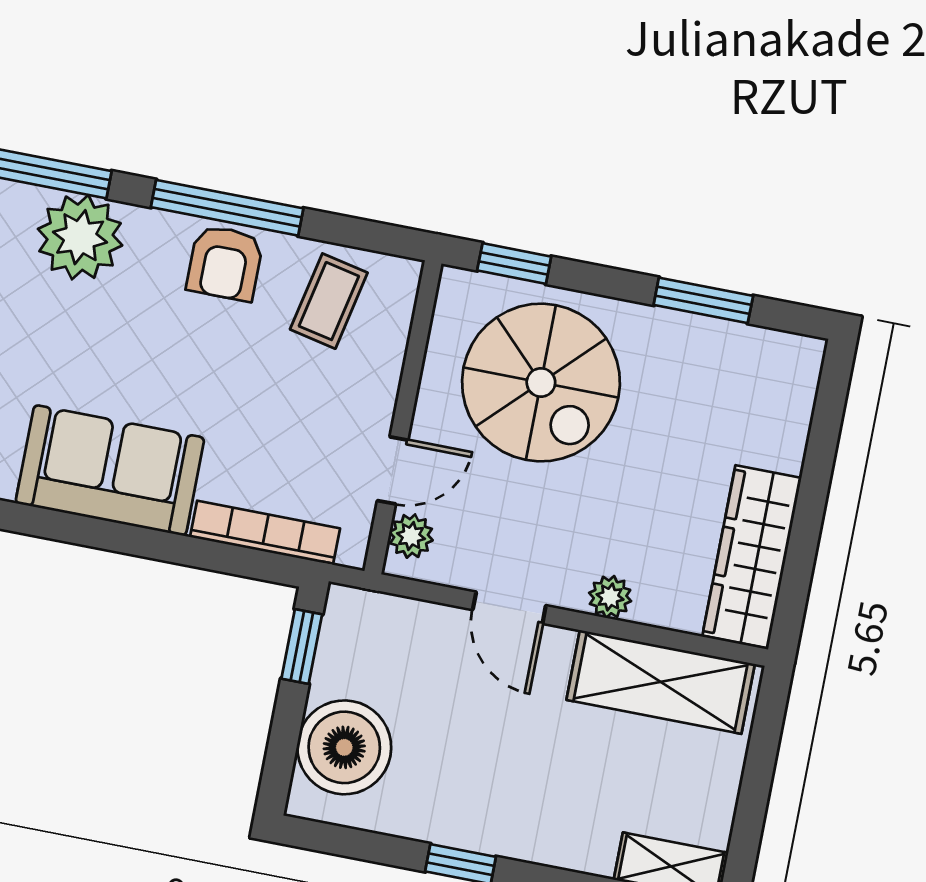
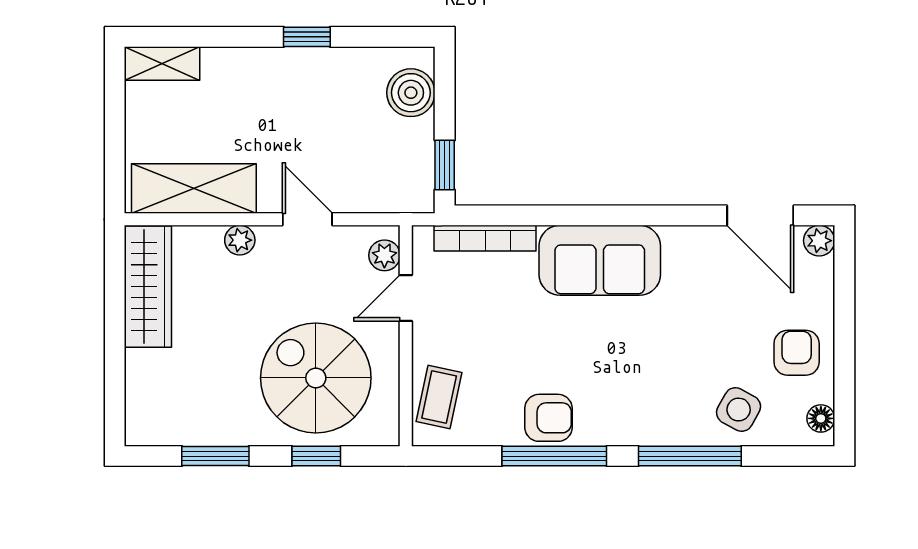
plant: (80, 237) -> (651, 416), removed
armchair: (225, 263) -> (549, 418), turned 90
window: (514, 264) -> (316, 456), moved
coffee table: (329, 301) -> (439, 397), moved
boiler: (344, 747) -> (411, 93), width x0.73, depth x0.73

